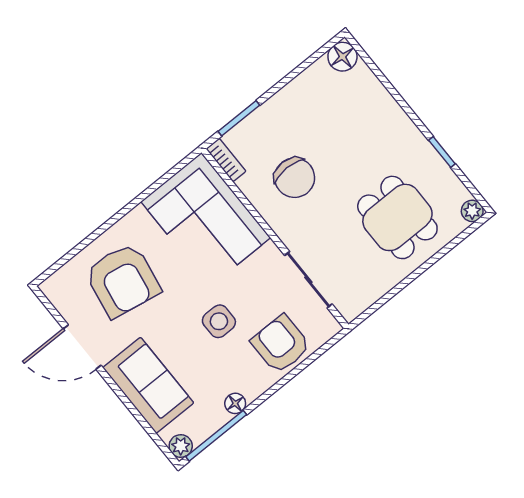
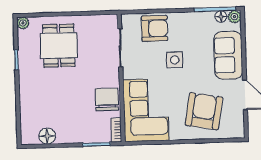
floor lamp: (342, 57) -> (47, 136), moved
chair: (295, 178) -> (107, 99), moved
armchair: (281, 344) -> (155, 28), turned -90
floor lamp: (235, 403) -> (221, 16), moved

